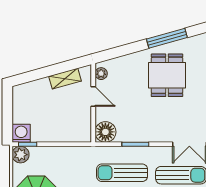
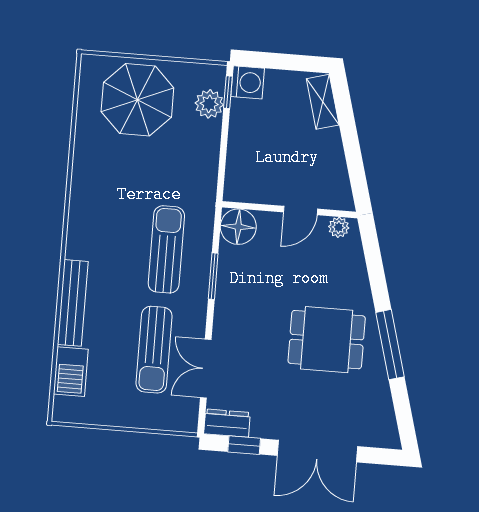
shelving: (65, 79) -> (323, 102), moved
plant: (20, 155) -> (209, 104), moved

